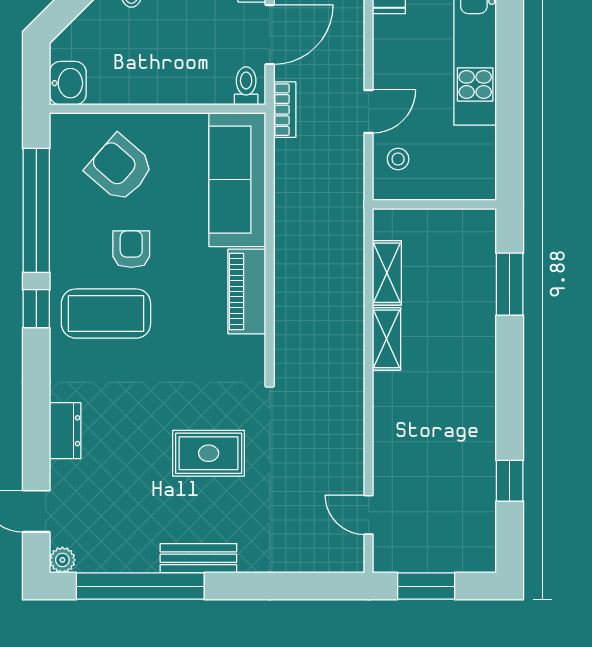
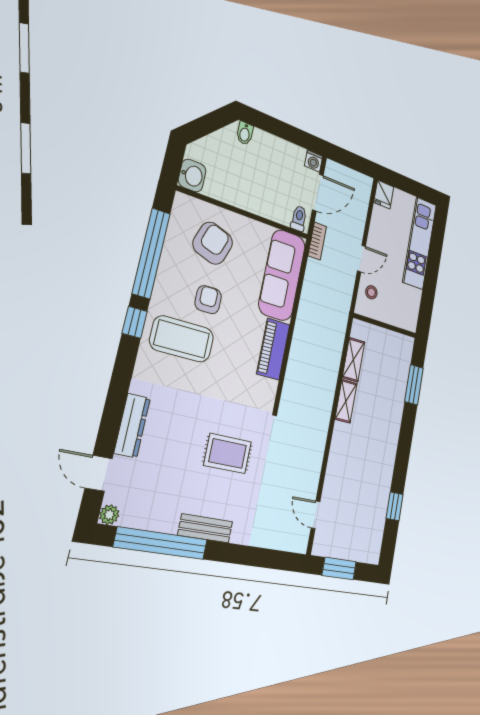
armchair: (120, 168) -> (213, 243), turned 68
dresser: (65, 431) -> (132, 426), width x1.44

